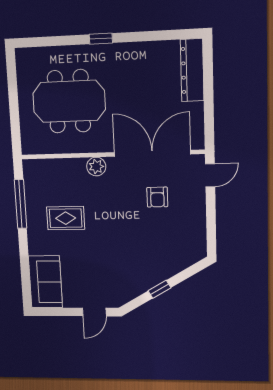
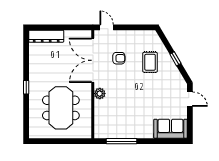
rug: (66, 218) -> (150, 62), moved

